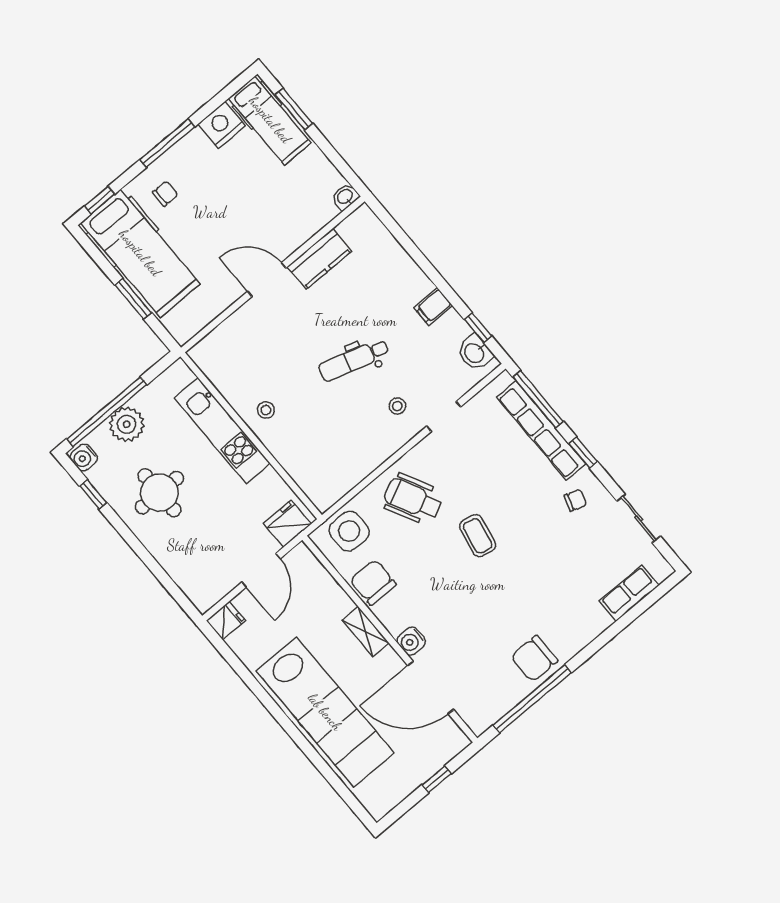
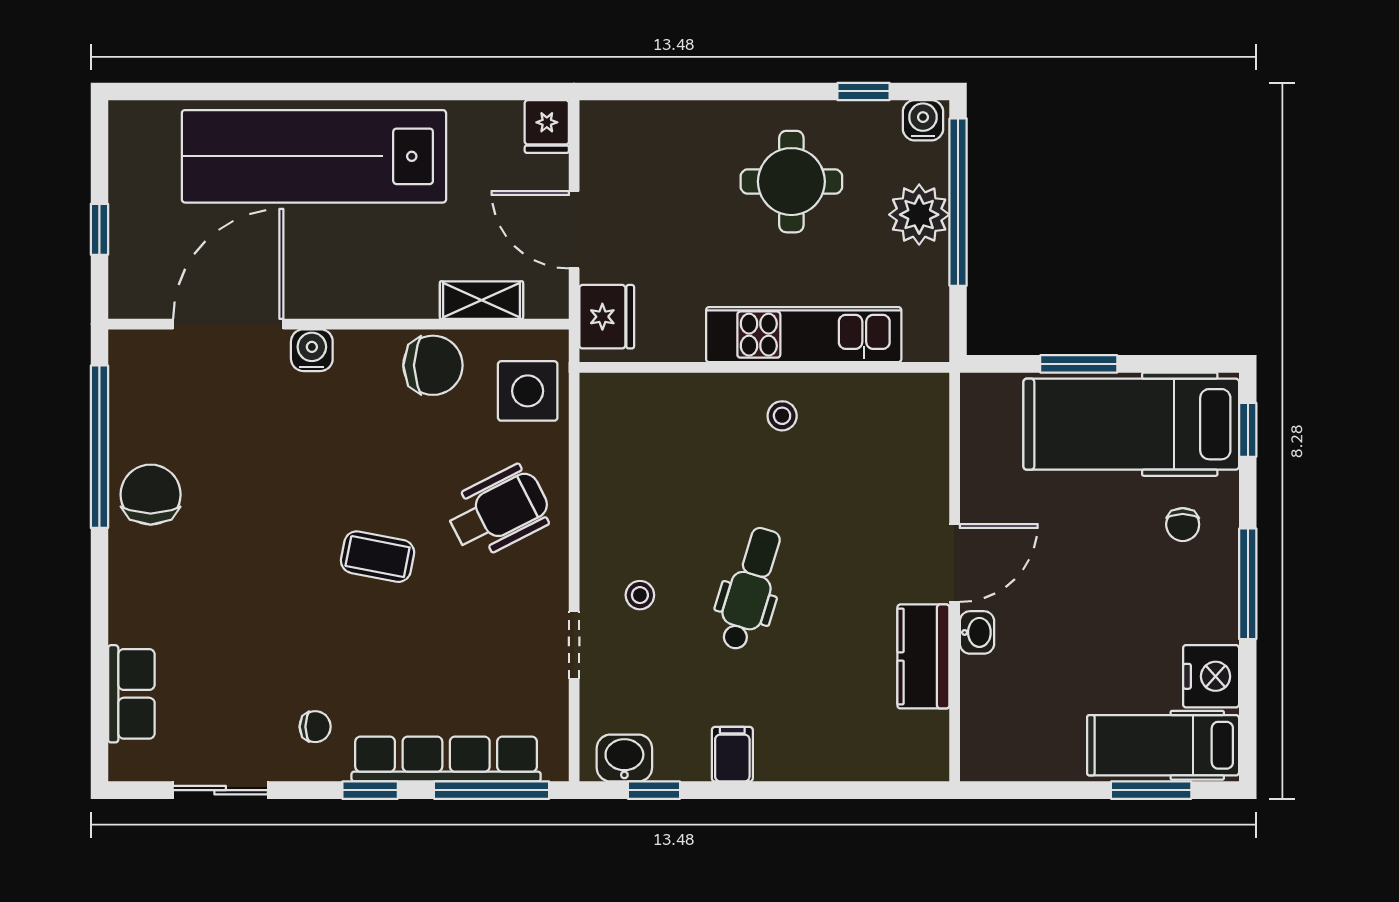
washbasin: (345, 197) -> (977, 632), moved
chair: (575, 500) -> (315, 727), turned -109
shelving: (365, 632) -> (481, 300), moved

